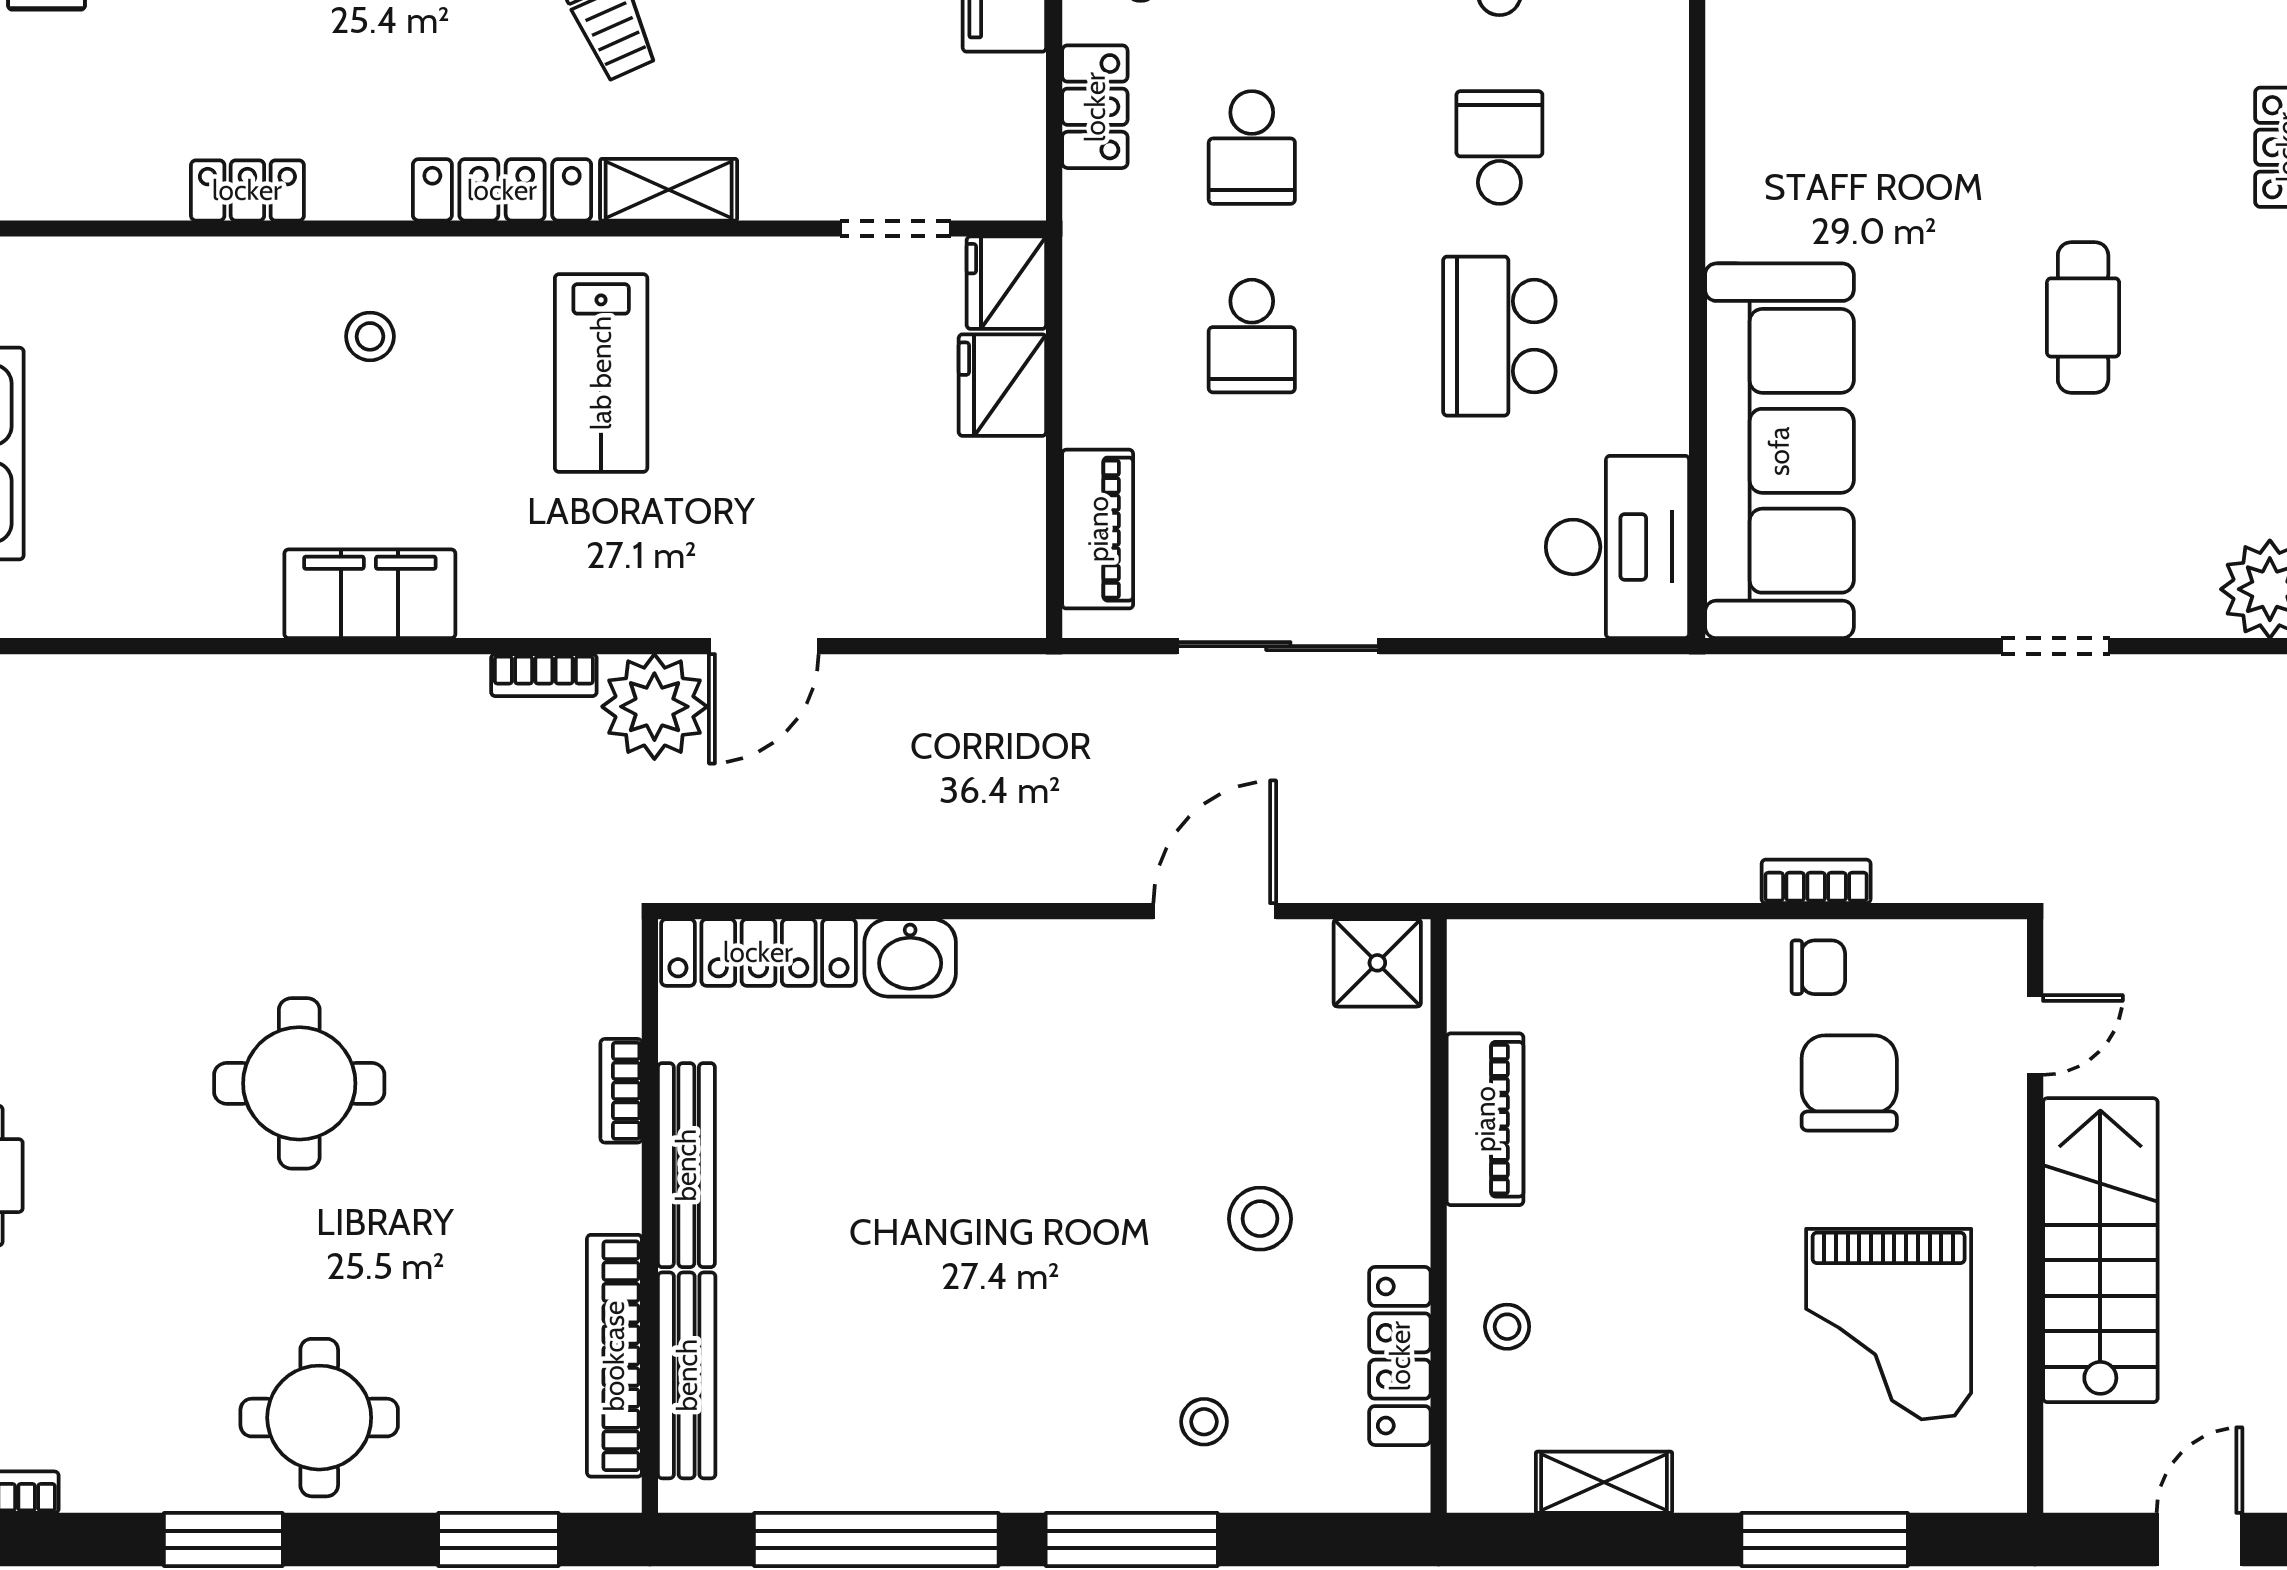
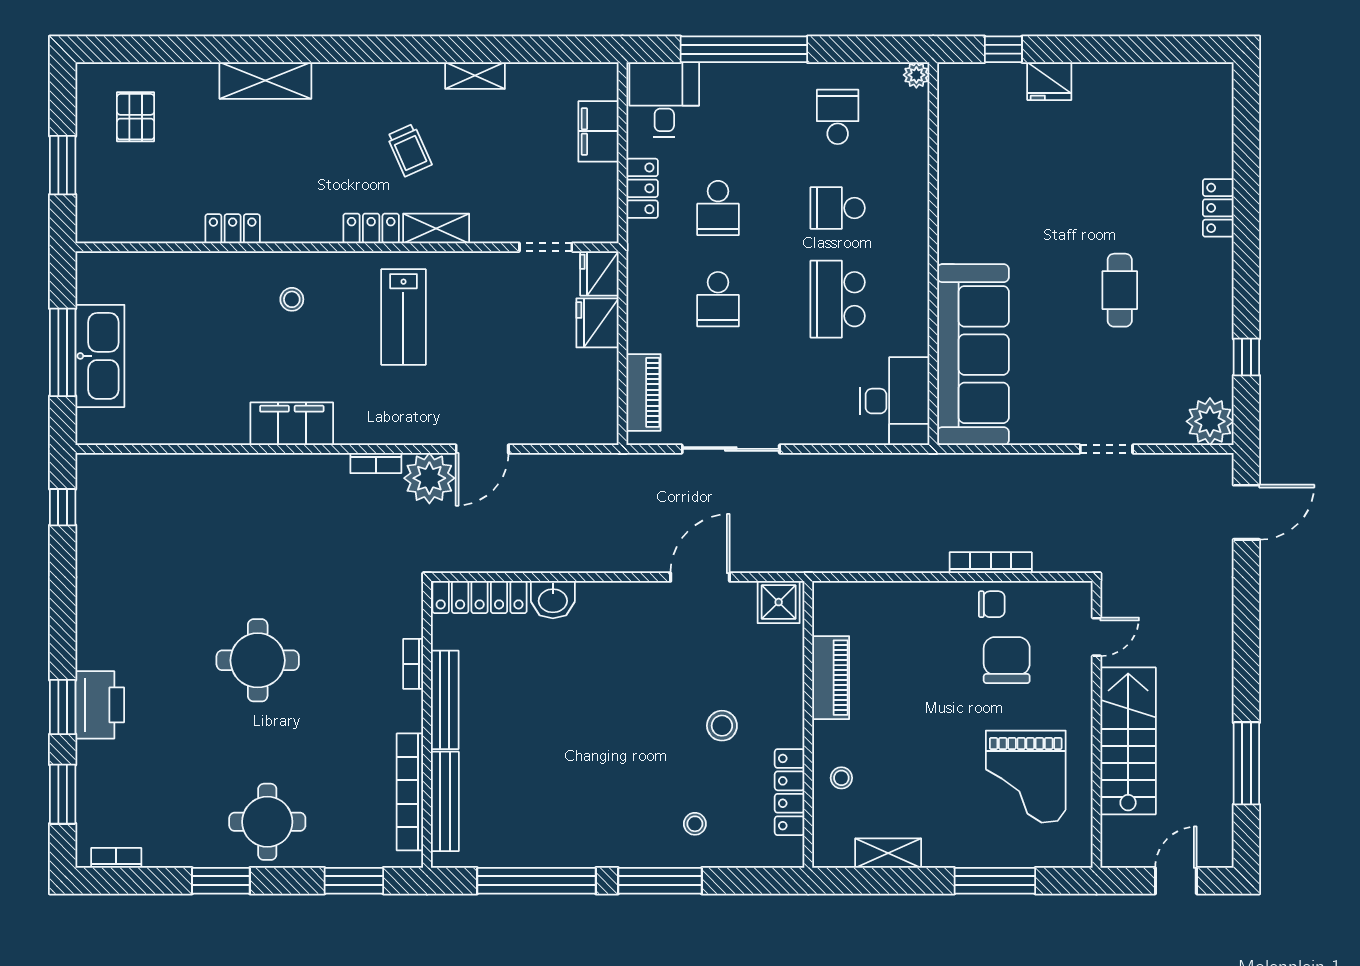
school desk: (1499, 147) -> (838, 208), turned -90
locker: (502, 190) -> (371, 228), width x0.66
bookcase: (1816, 881) -> (991, 563), width x1.56

